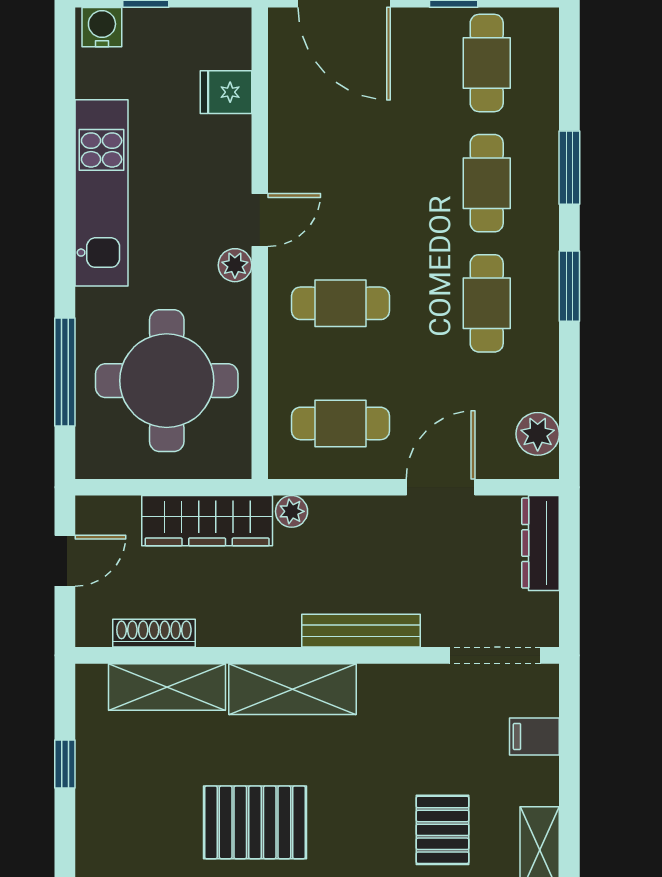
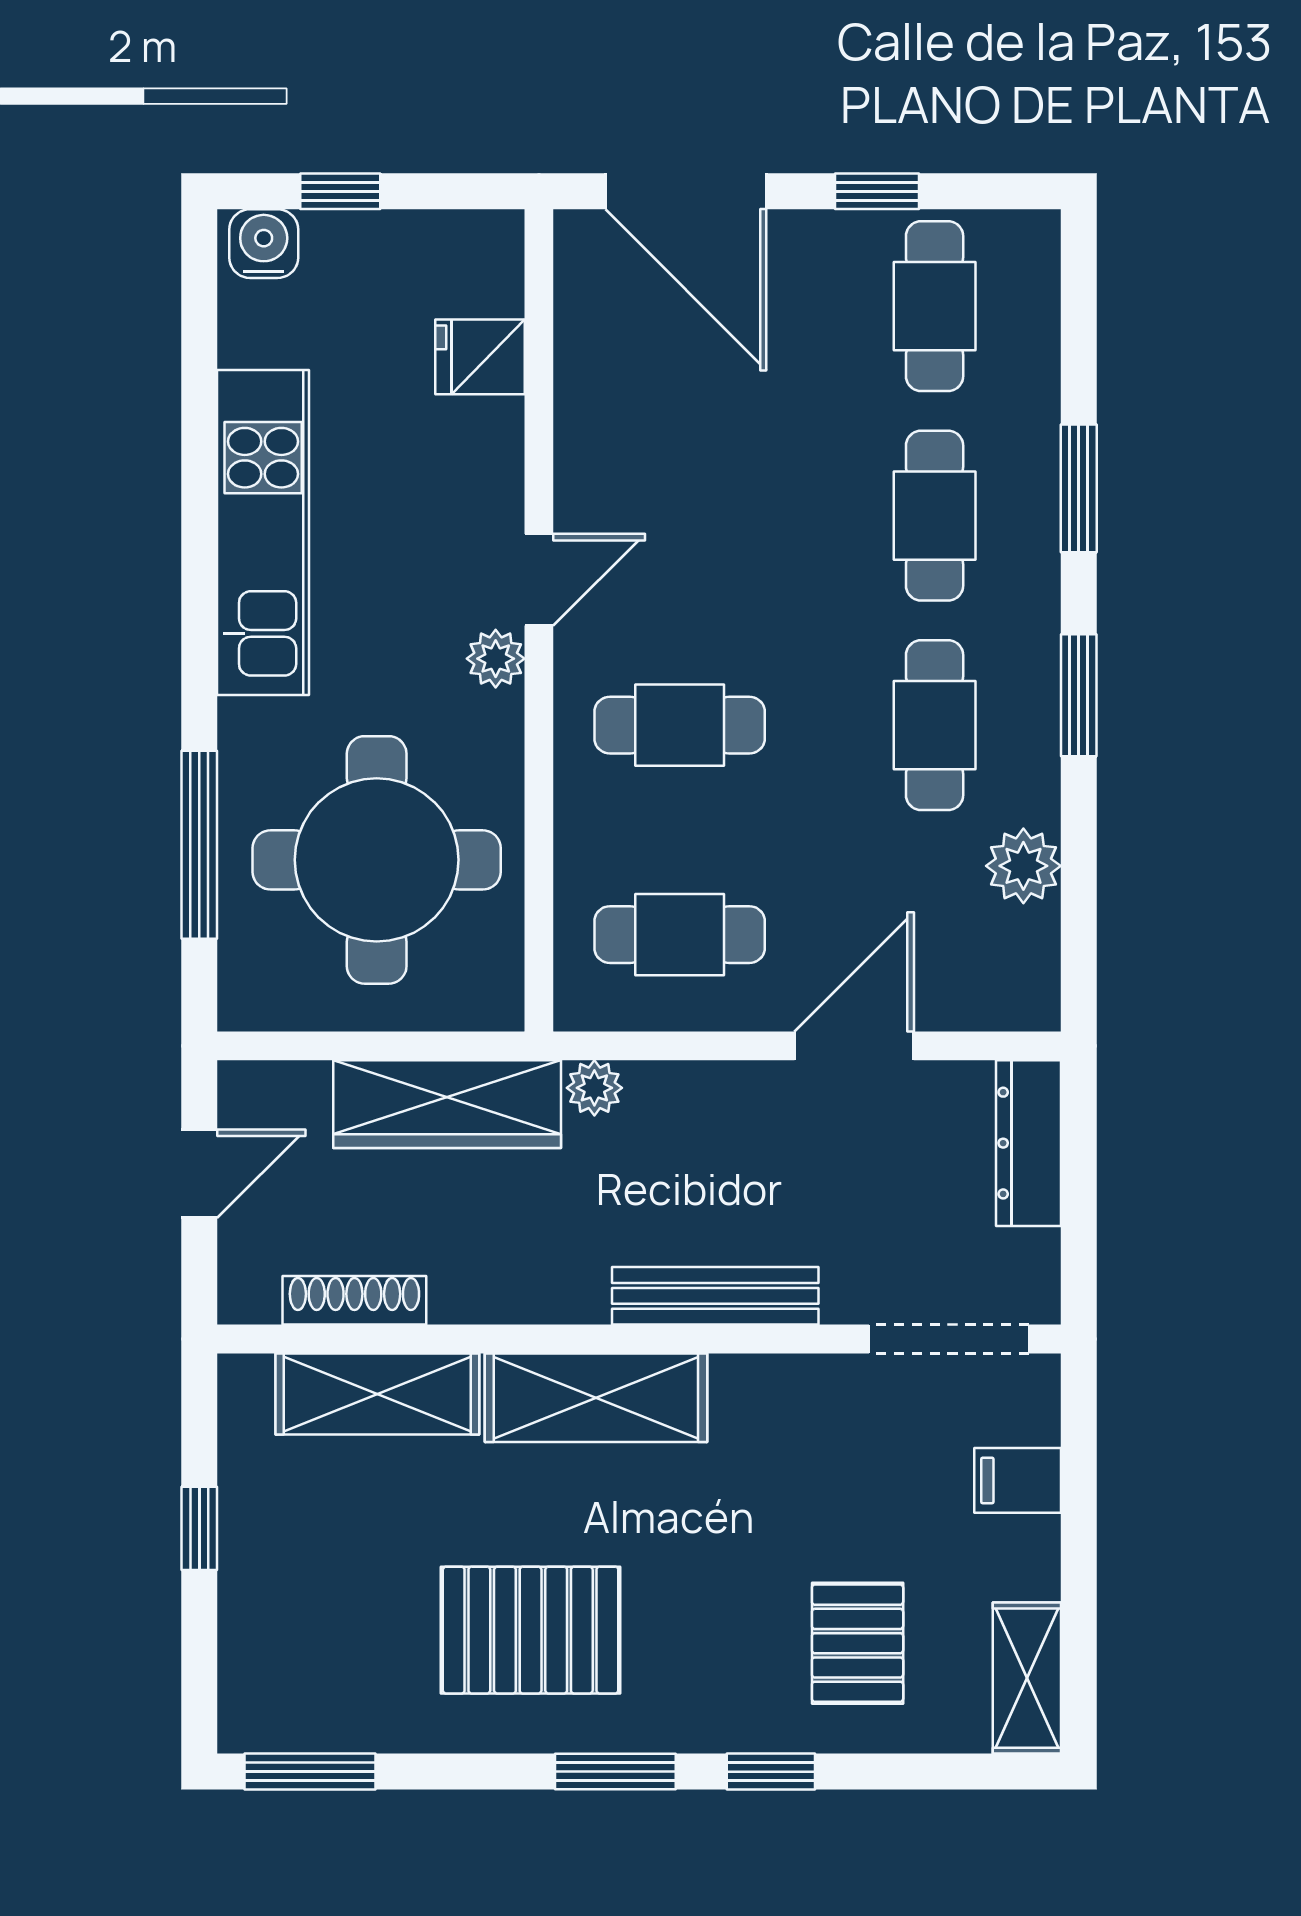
plant: (538, 434) -> (1023, 866), moved

